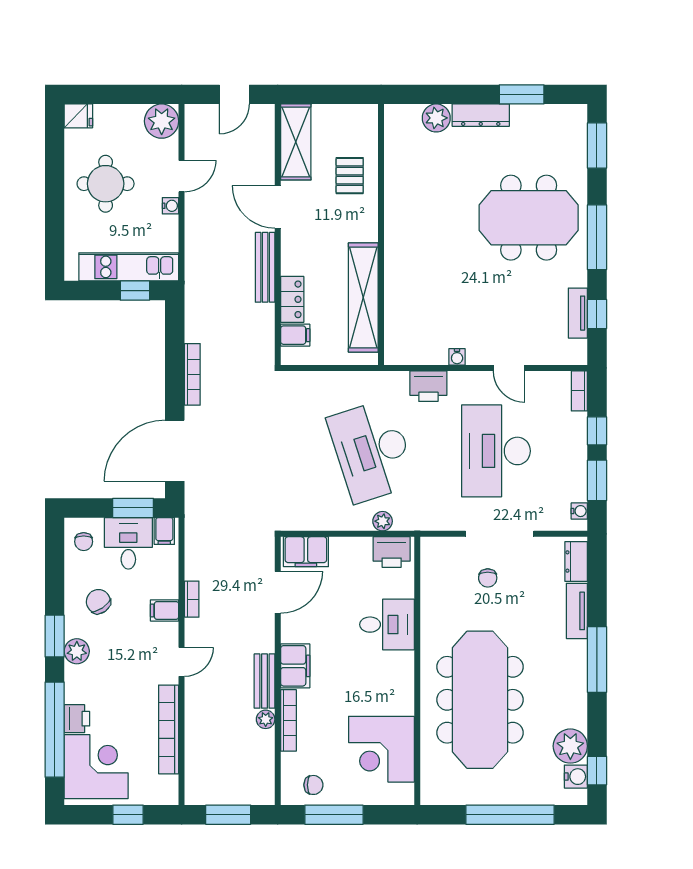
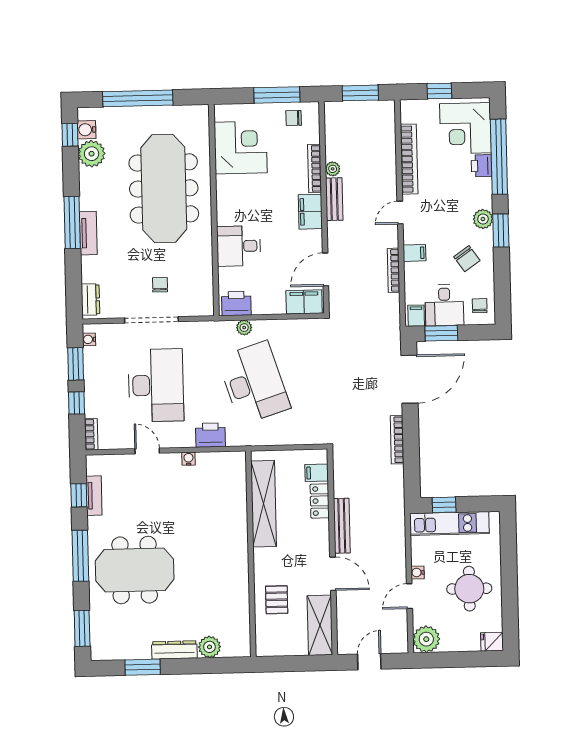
bookcase: (192, 599) -> (393, 270), width x1.56
tv unit: (577, 611) -> (88, 233), moved

